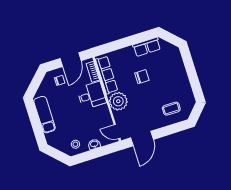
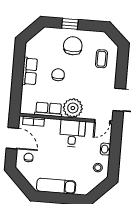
row of seats: (147, 47) -> (30, 71), moved
window: (190, 69) -> (70, 24), added
row of seats: (107, 75) -> (49, 109), width x0.68
chair: (172, 79) -> (73, 46), added
desk: (91, 96) -> (72, 133), moved

